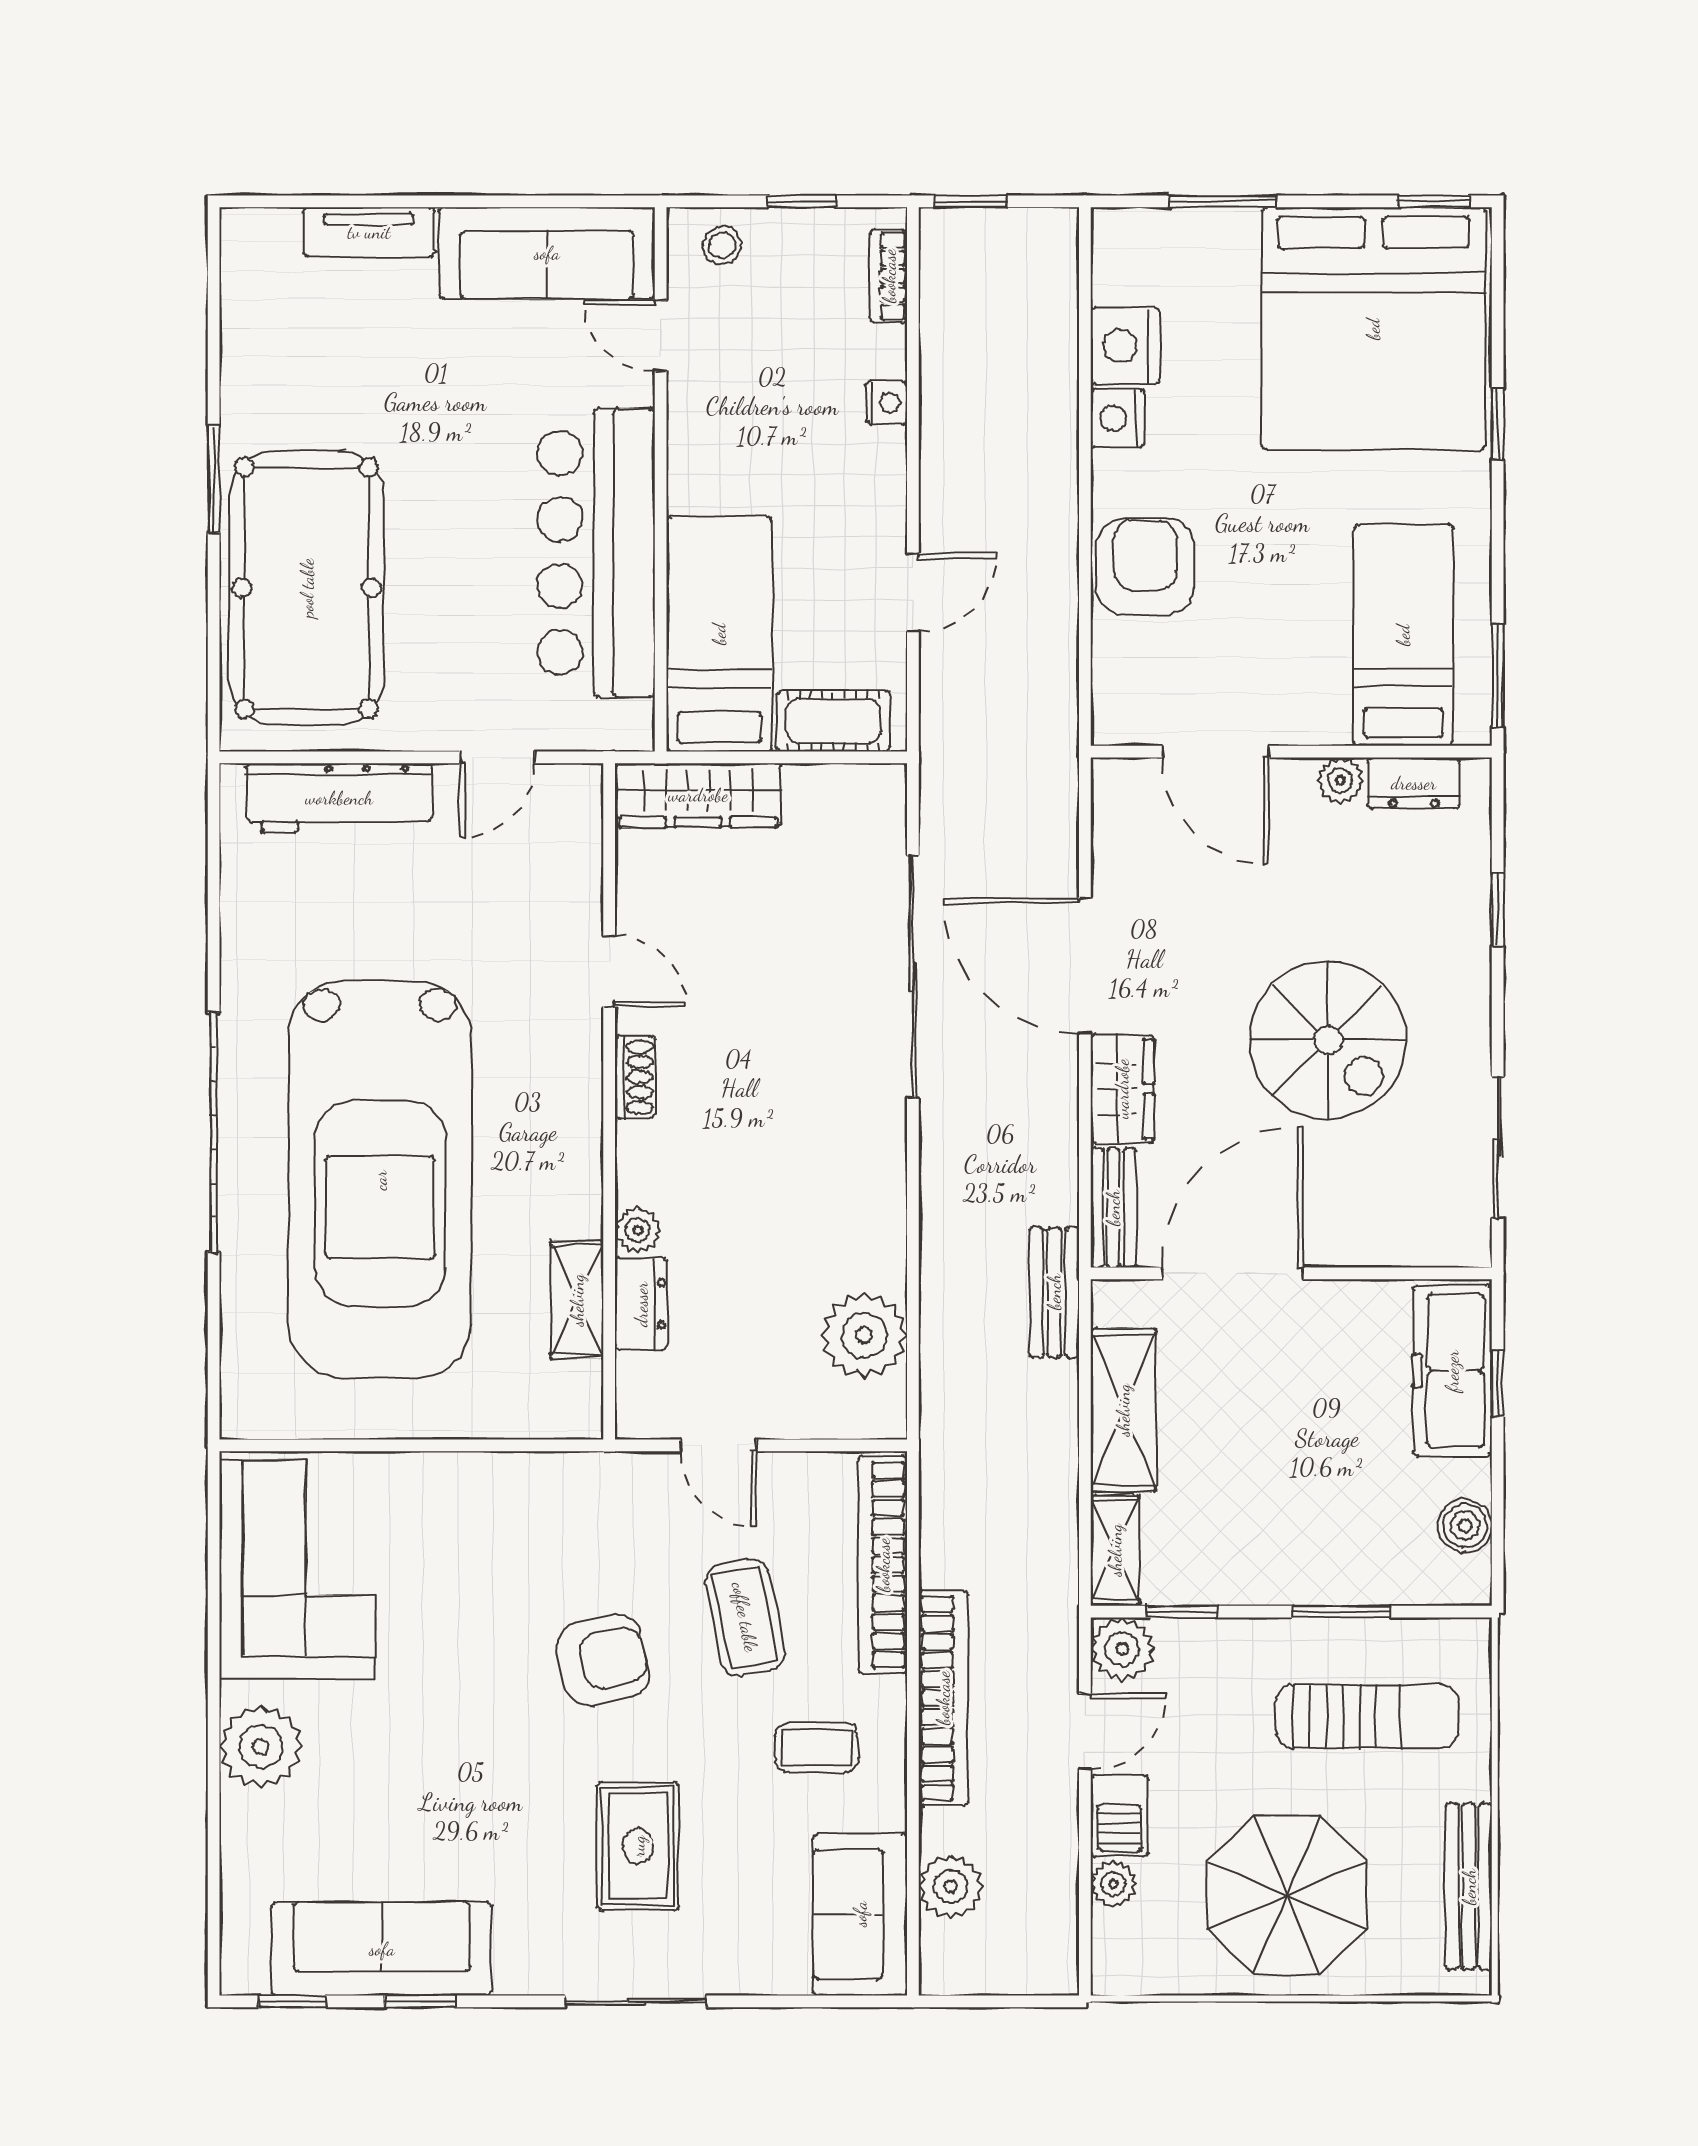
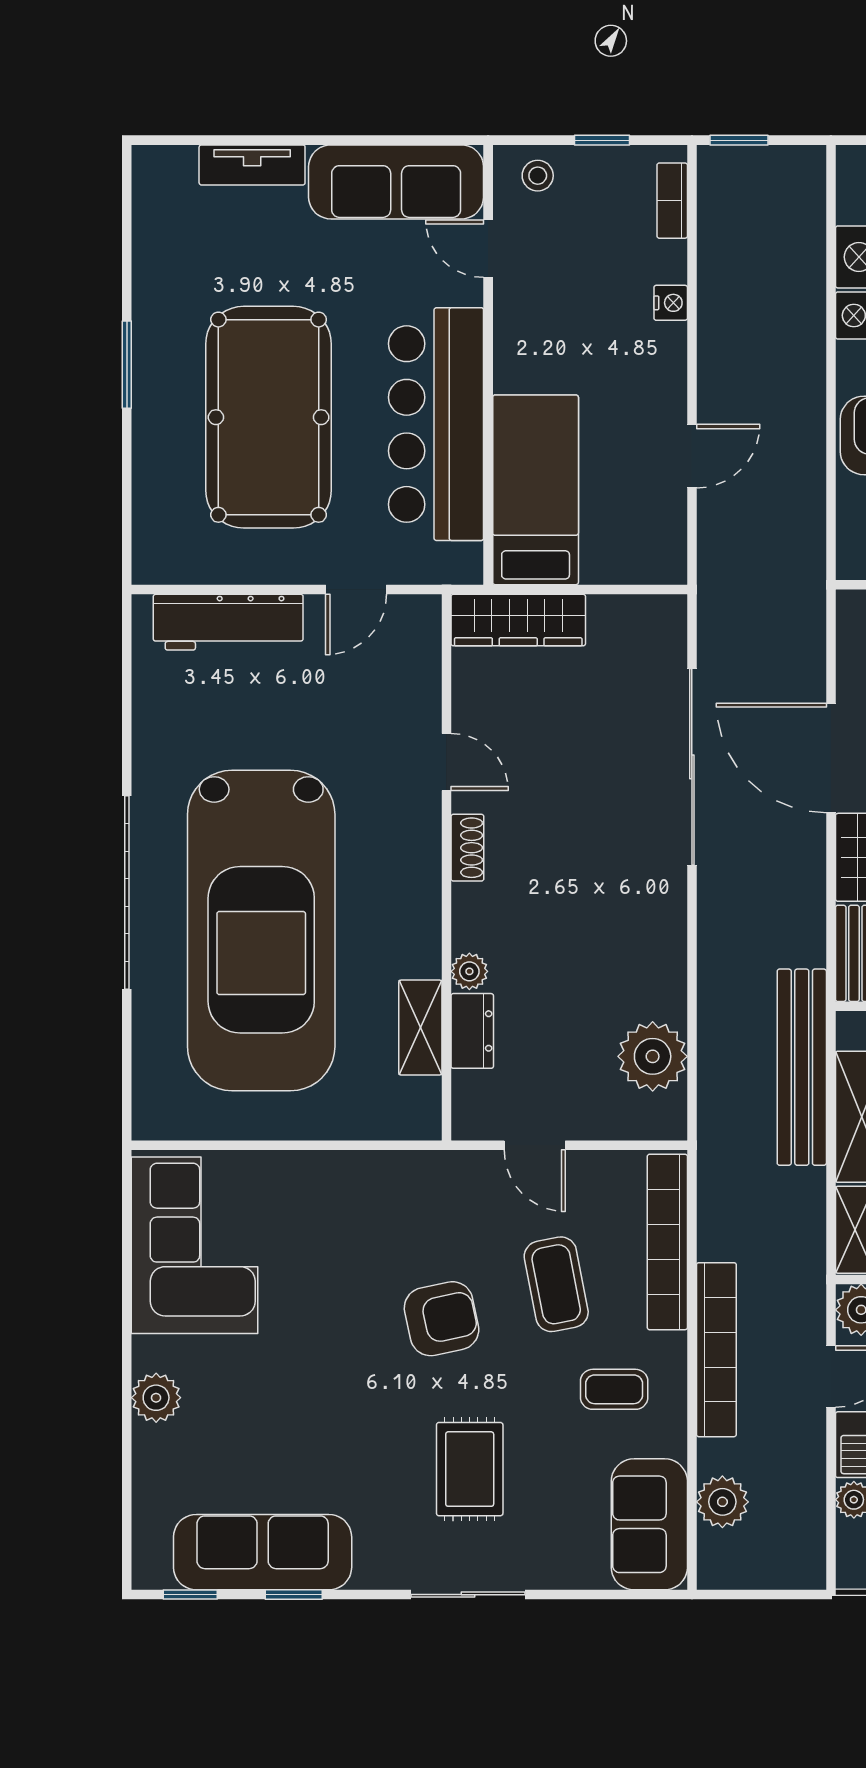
pool table: (307, 588) -> (269, 417), moved
cot: (833, 721) -> (628, 560), removed
bench: (1054, 1292) -> (802, 1067), width x1.86, depth x1.21
plant: (261, 1747) -> (156, 1398), width x0.73, depth x0.73

